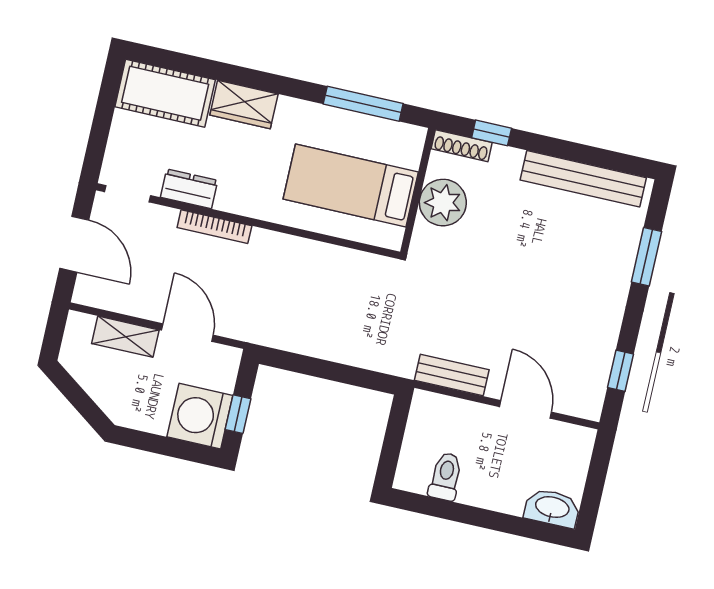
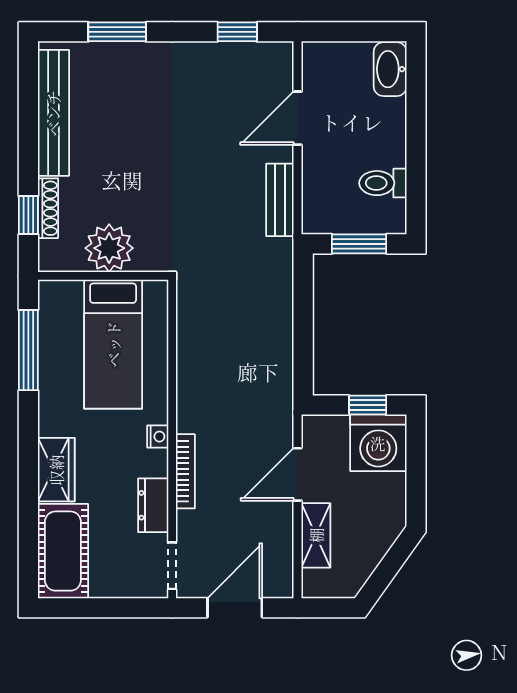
shoe rack: (462, 146) -> (48, 208), moved
nightstand: (253, 208) -> (158, 437), added
window: (393, 441) -> (359, 244), added

